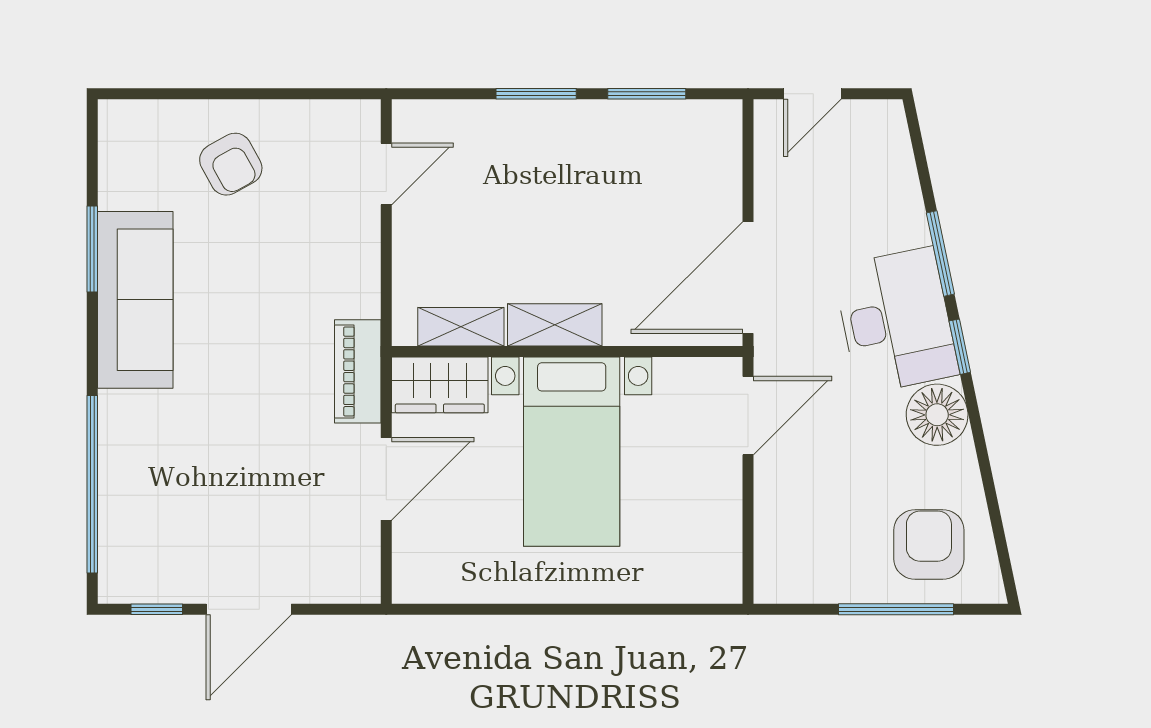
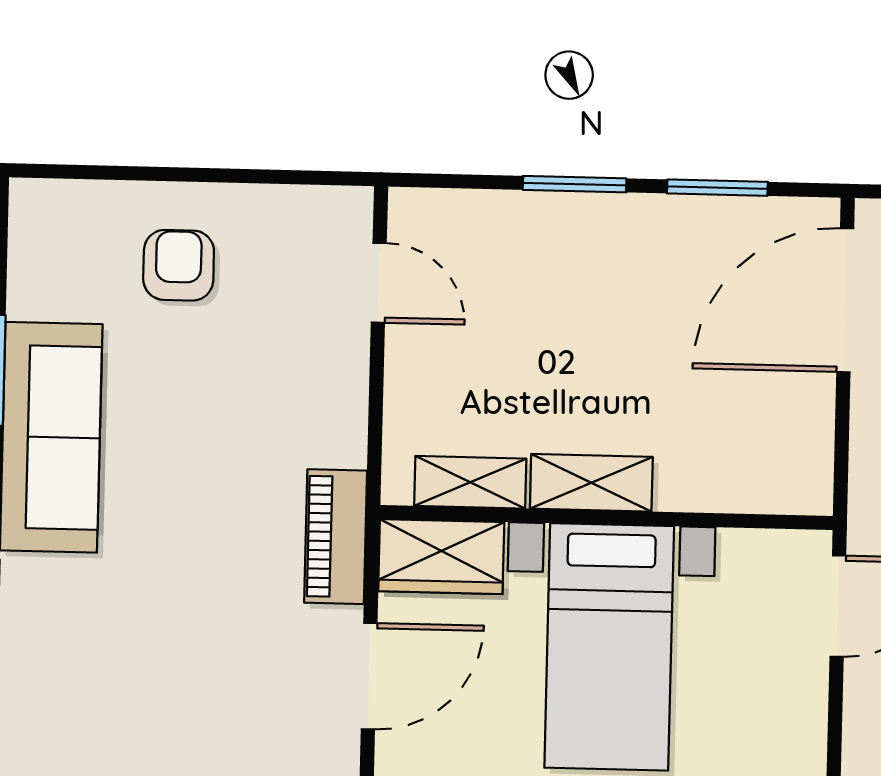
armchair: (231, 164) -> (179, 265), turned -151
door: (386, 174) -> (379, 283), hinge flipped
door: (748, 278) -> (845, 300), moved

